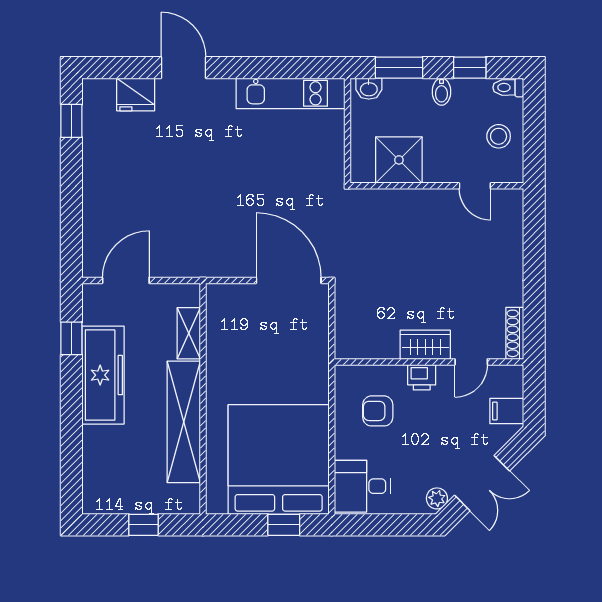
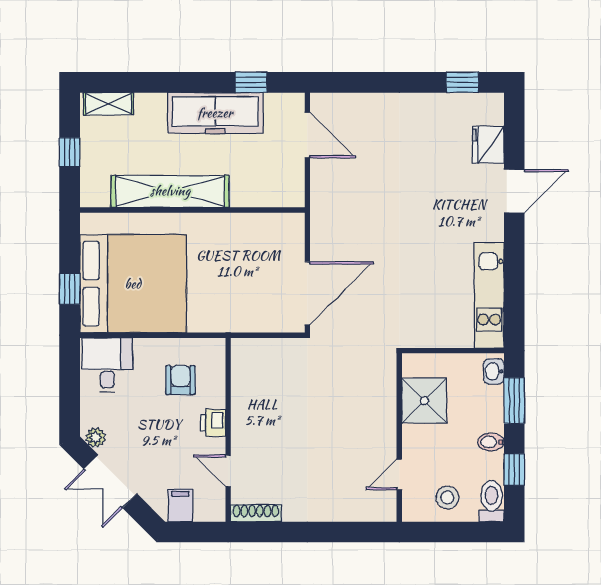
toilet: (508, 87) -> (491, 501), width x1.37, depth x1.39
shelving: (189, 333) -> (108, 104), moved
wardrobe: (425, 345) -> (245, 426), removed

